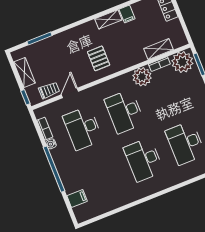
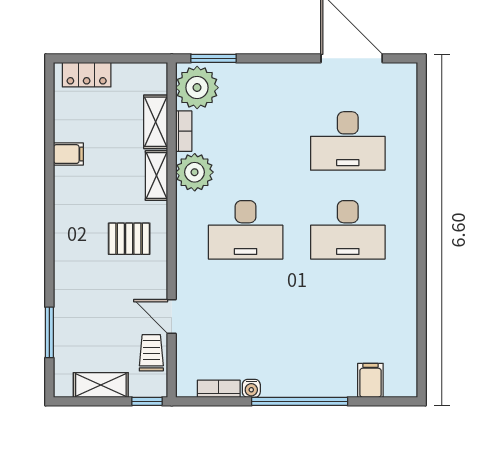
shelving: (108, 19) -> (157, 175), moved
desk: (83, 128) -> (246, 319), removed

